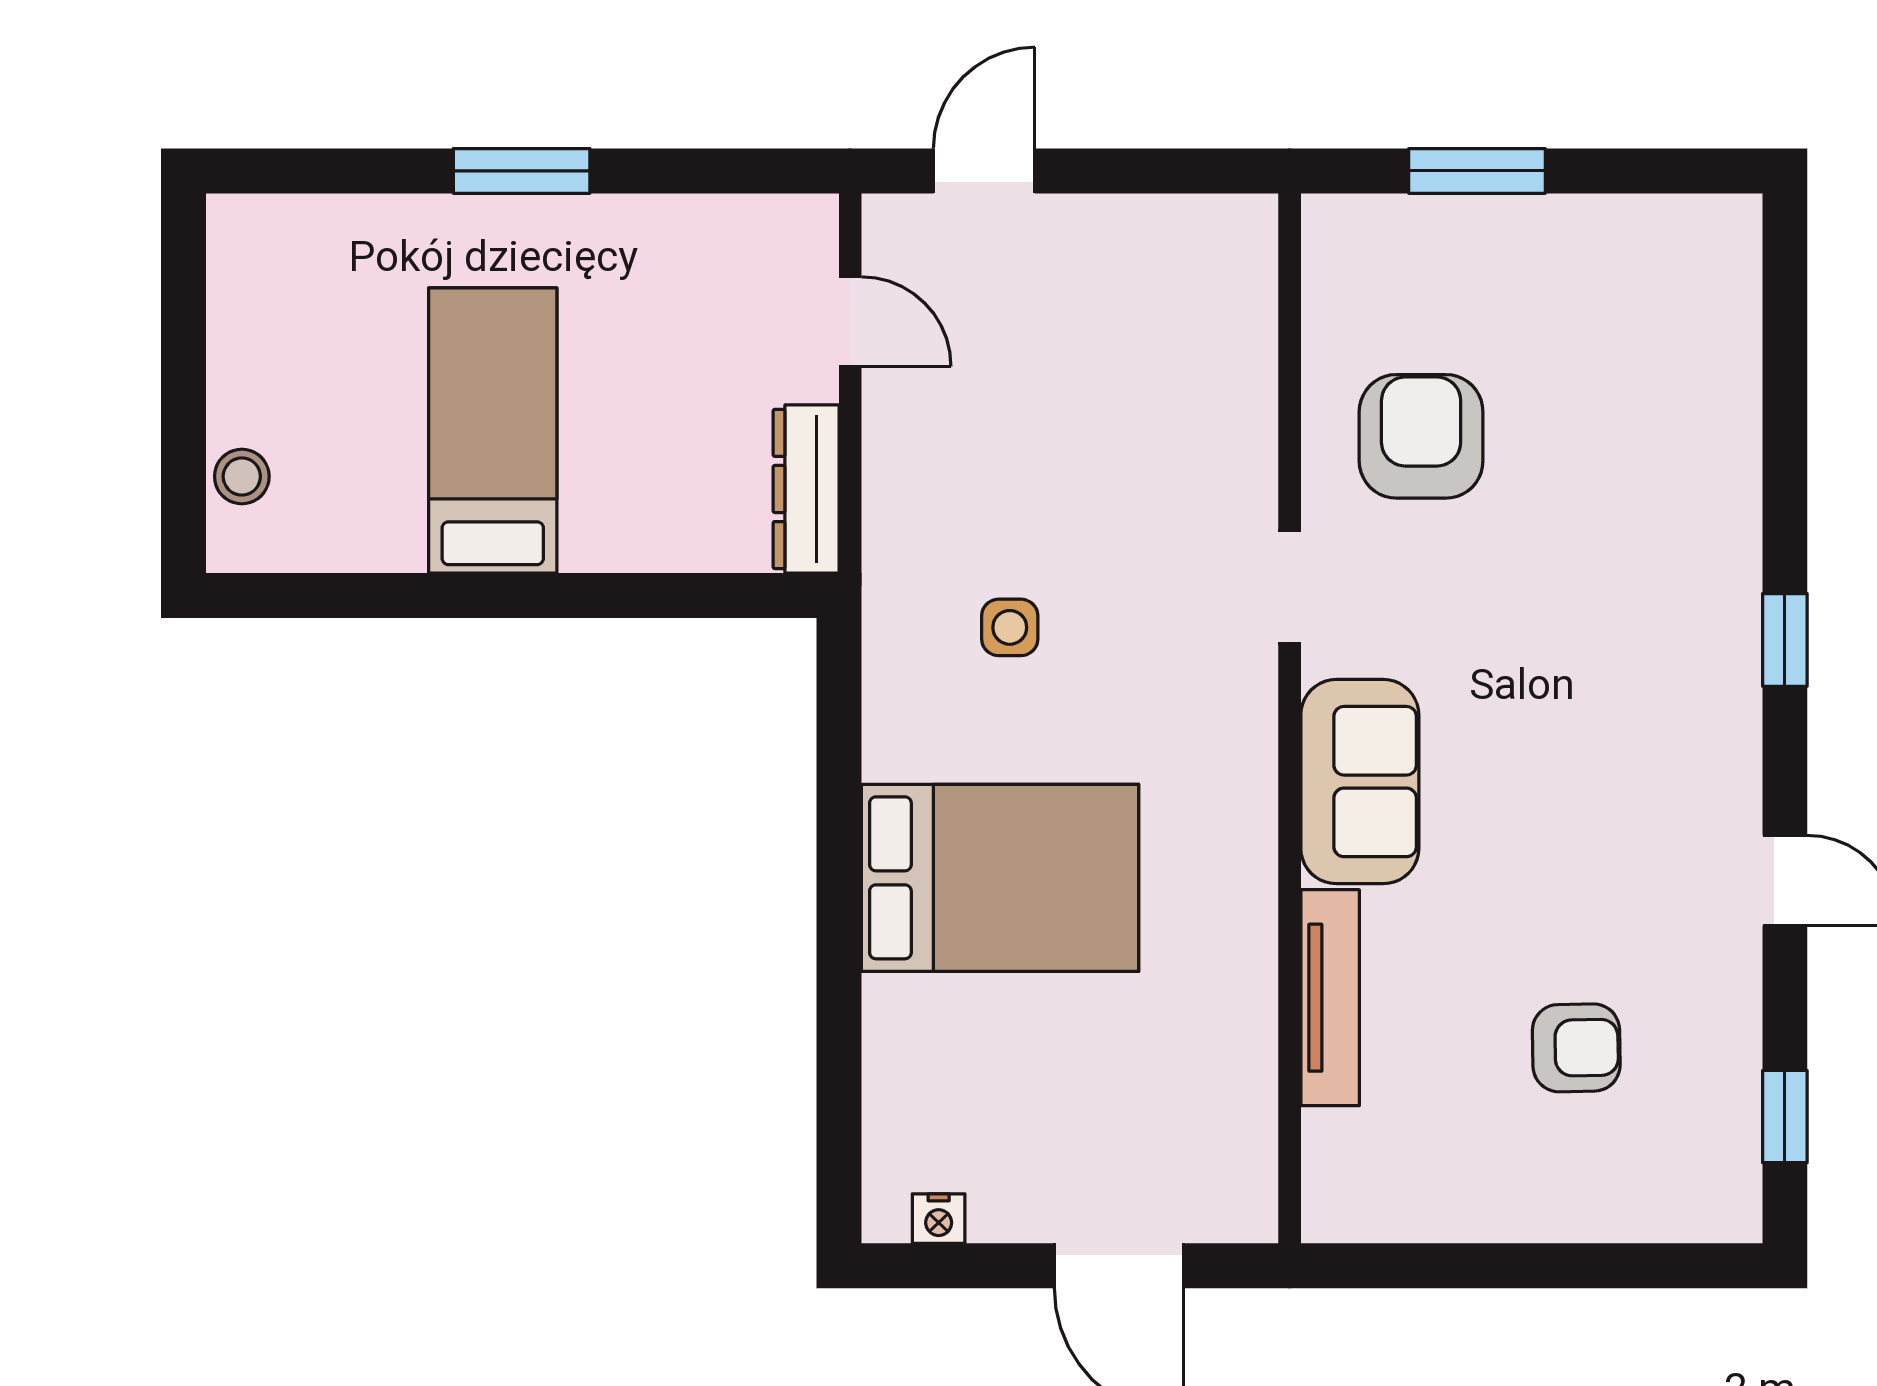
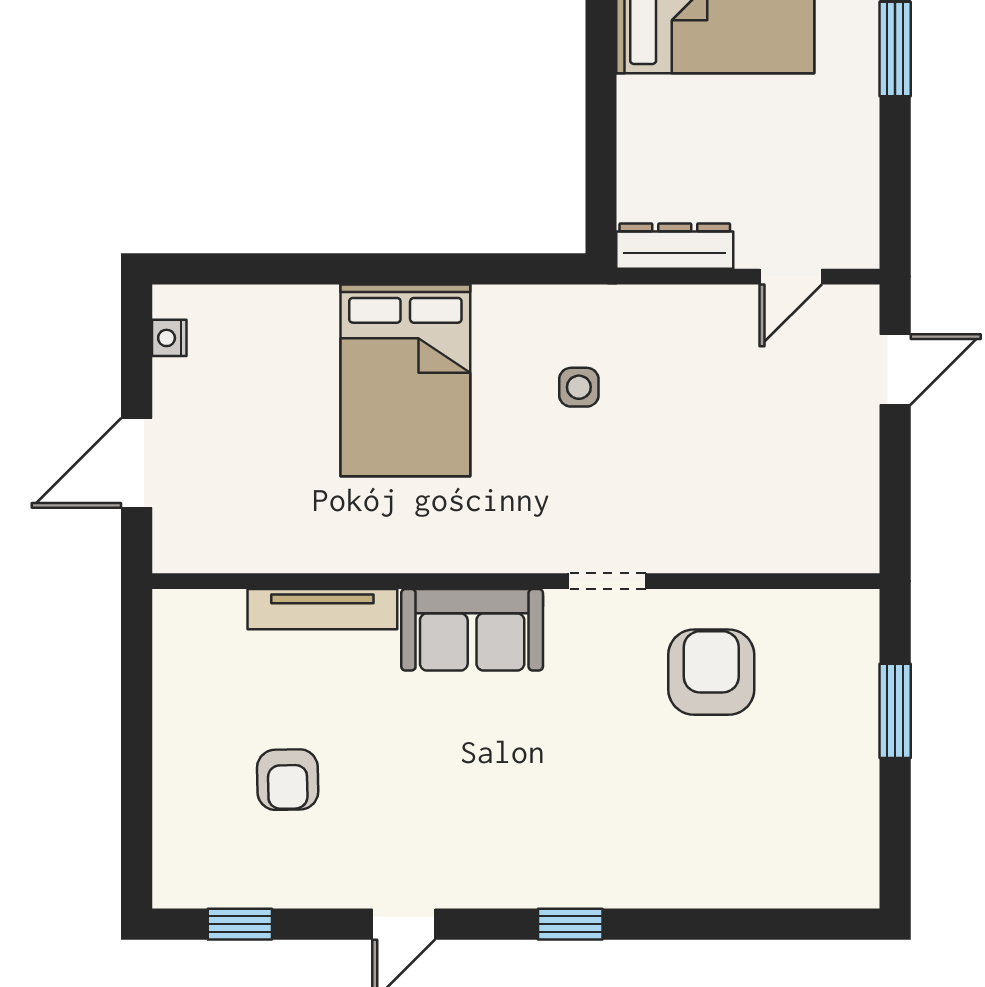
door: (984, 171) -> (895, 369), hinge flipped
armchair: (1421, 436) -> (711, 672), turned -90

